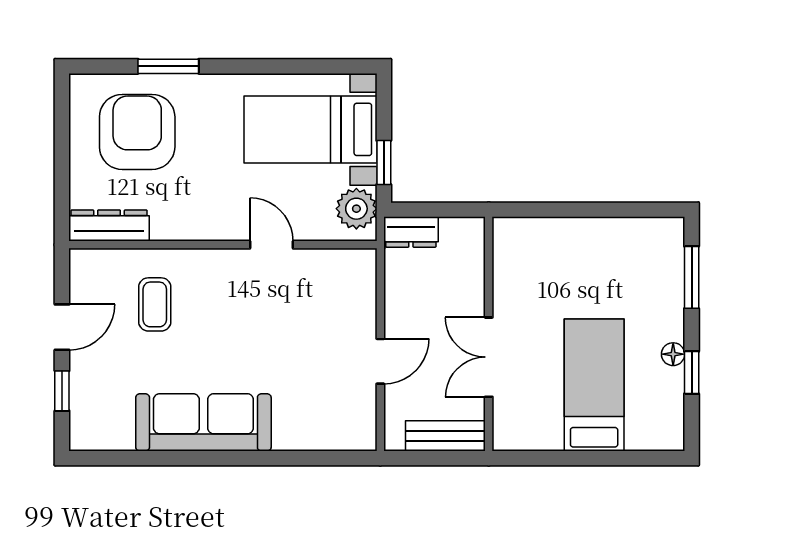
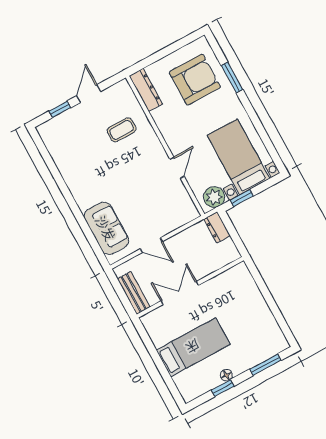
door: (62, 327) -> (89, 94), swing flipped
sofa: (203, 422) -> (106, 228), moved, width x0.73

